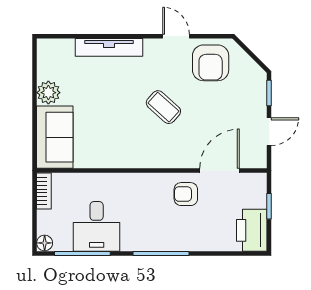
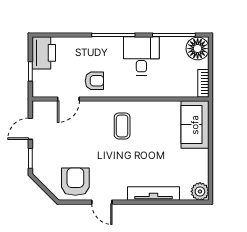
plant: (48, 93) -> (200, 191), moved
coffee table: (163, 107) -> (122, 126), moved, turned 48
door: (219, 170) -> (68, 99), width x0.73
desk: (97, 226) -> (141, 56), moved
floor lamp: (45, 243) -> (198, 49), width x1.89, depth x1.89

